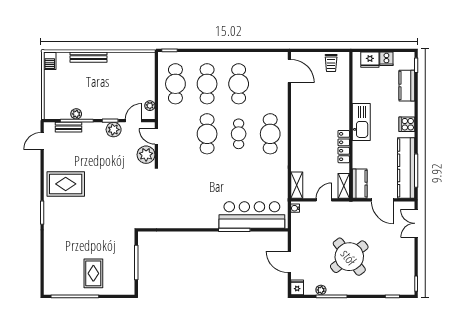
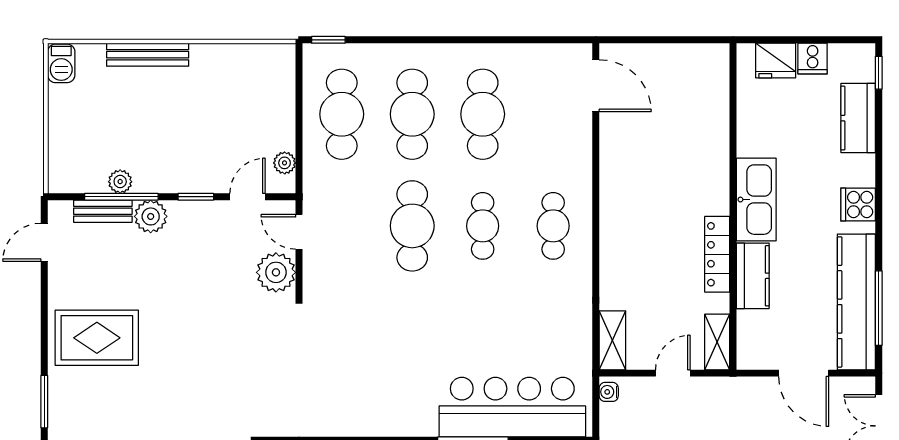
trolley: (331, 63) -> (689, 68), removed
plant: (114, 130) -> (151, 216), moved
cafe table: (270, 134) -> (553, 226), width x0.73, depth x0.74
kitchen counter: (360, 184) -> (753, 276), moved

